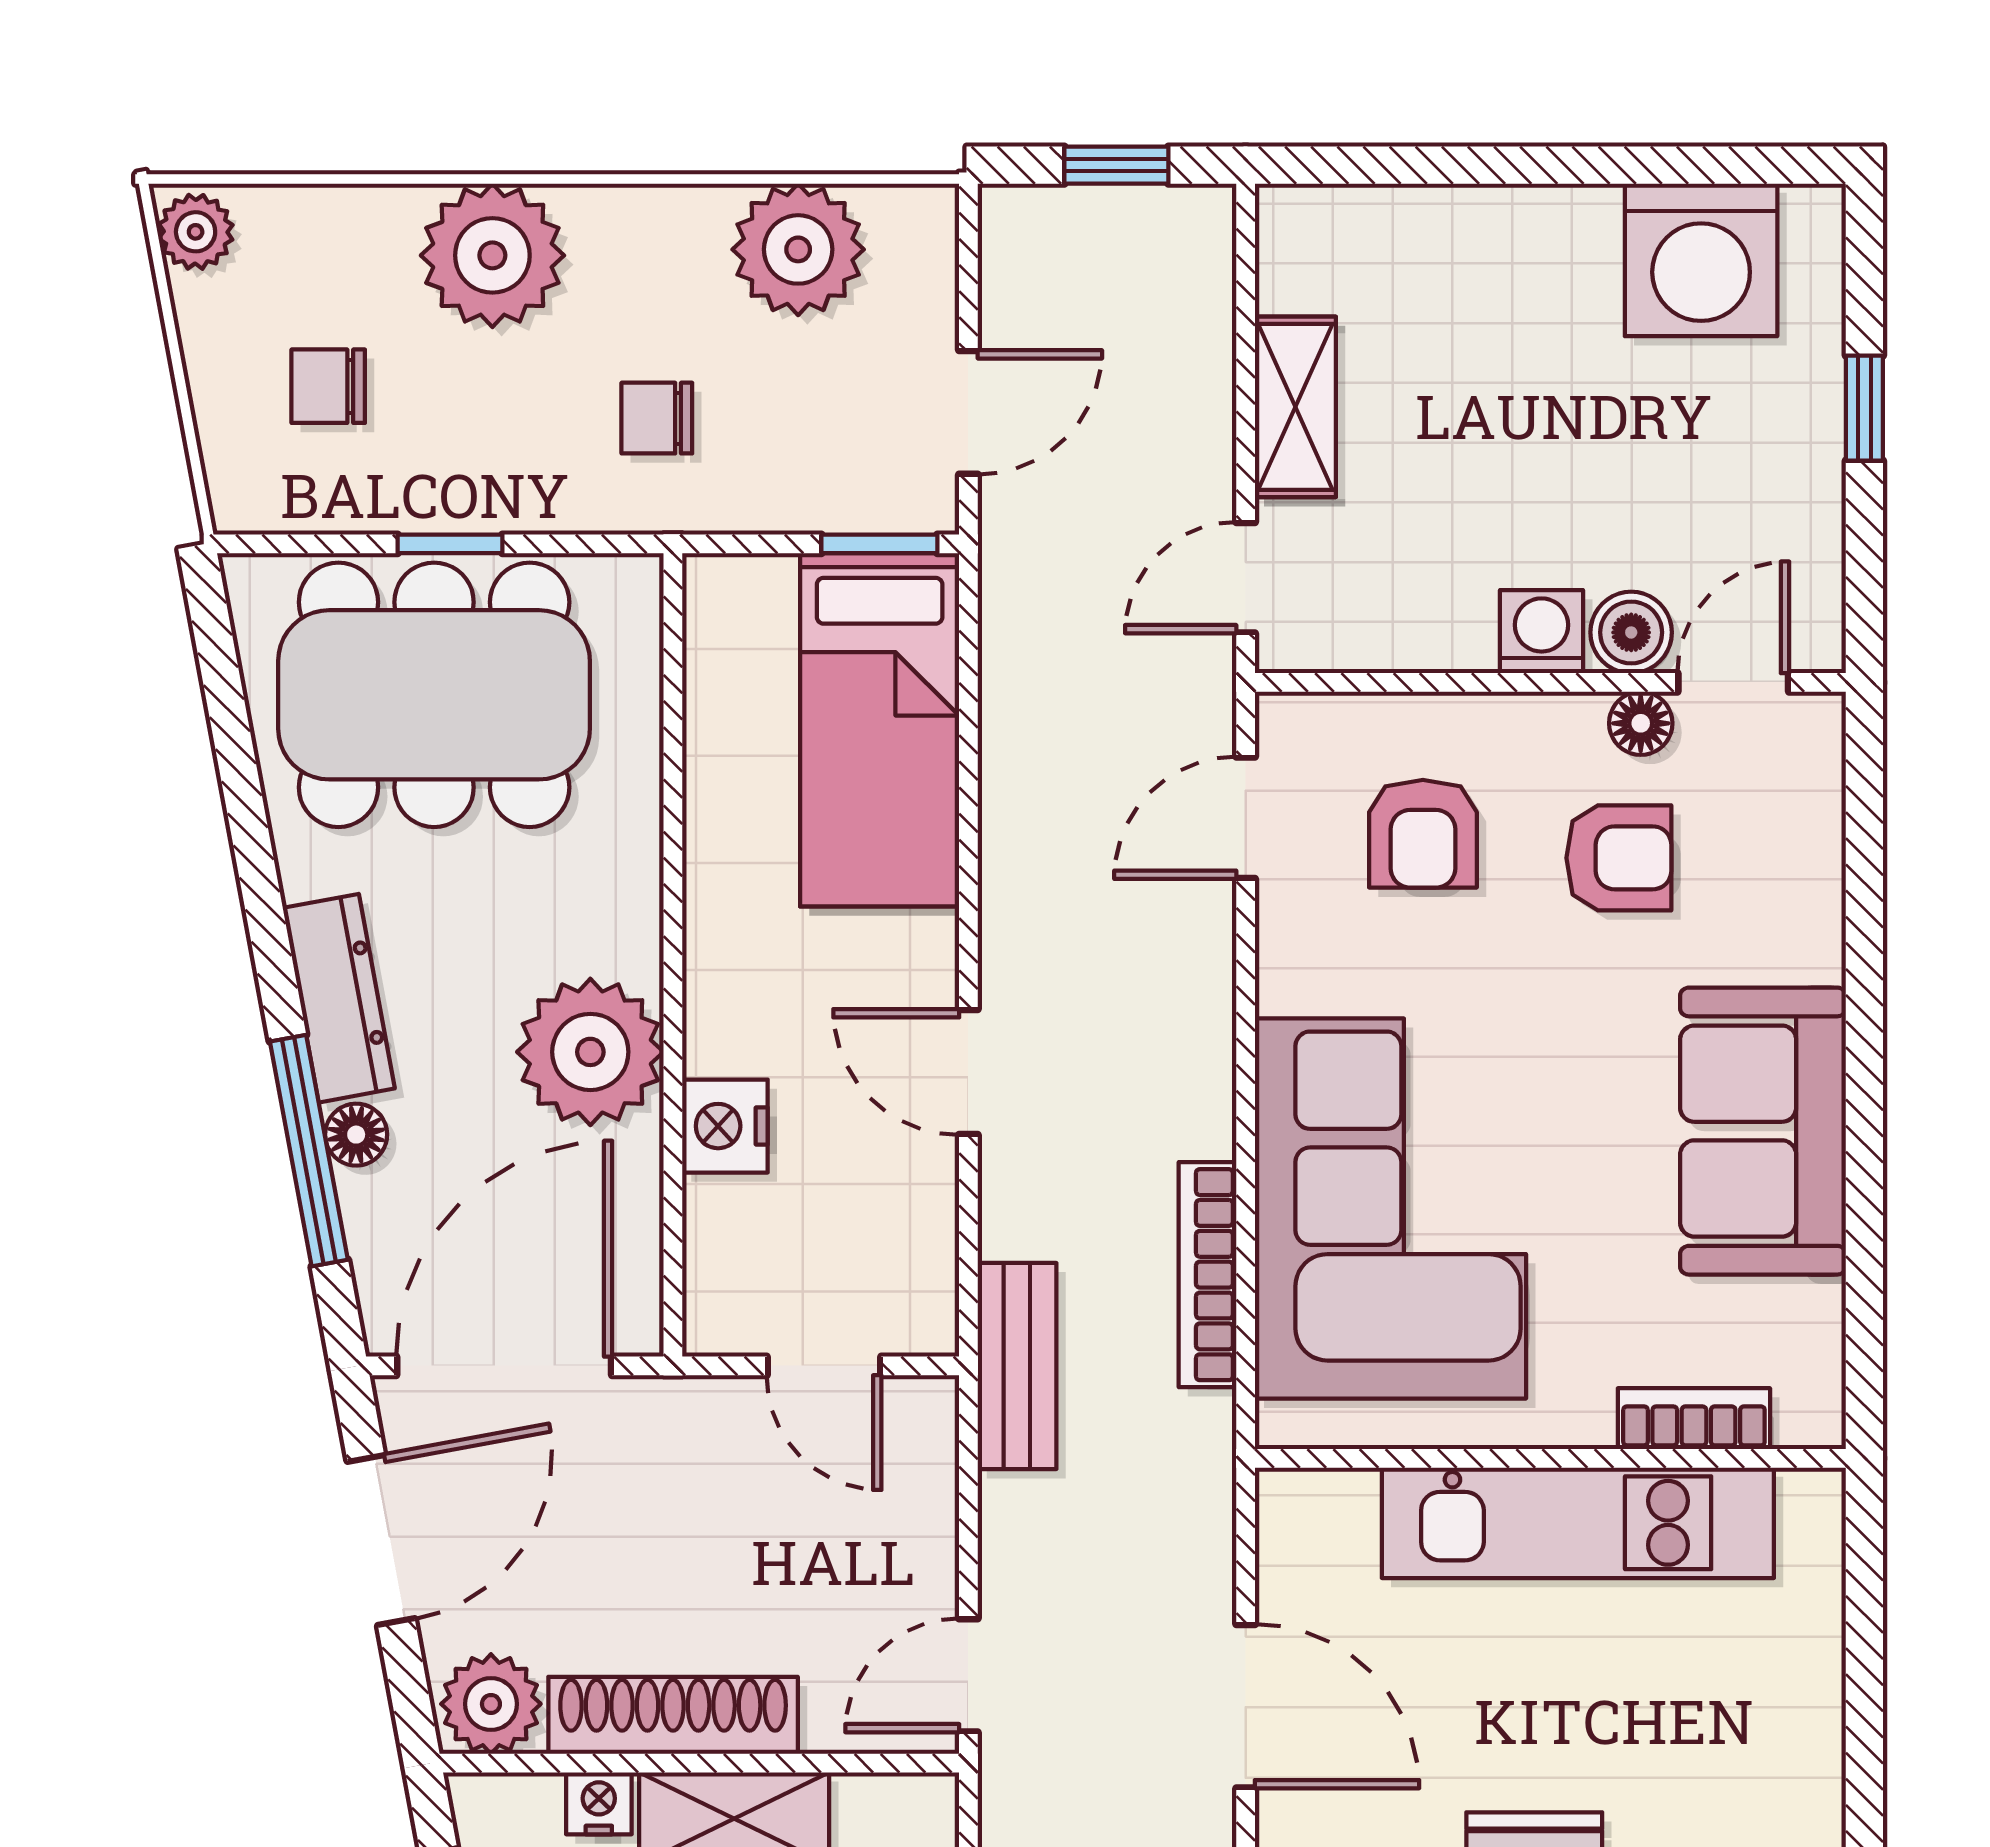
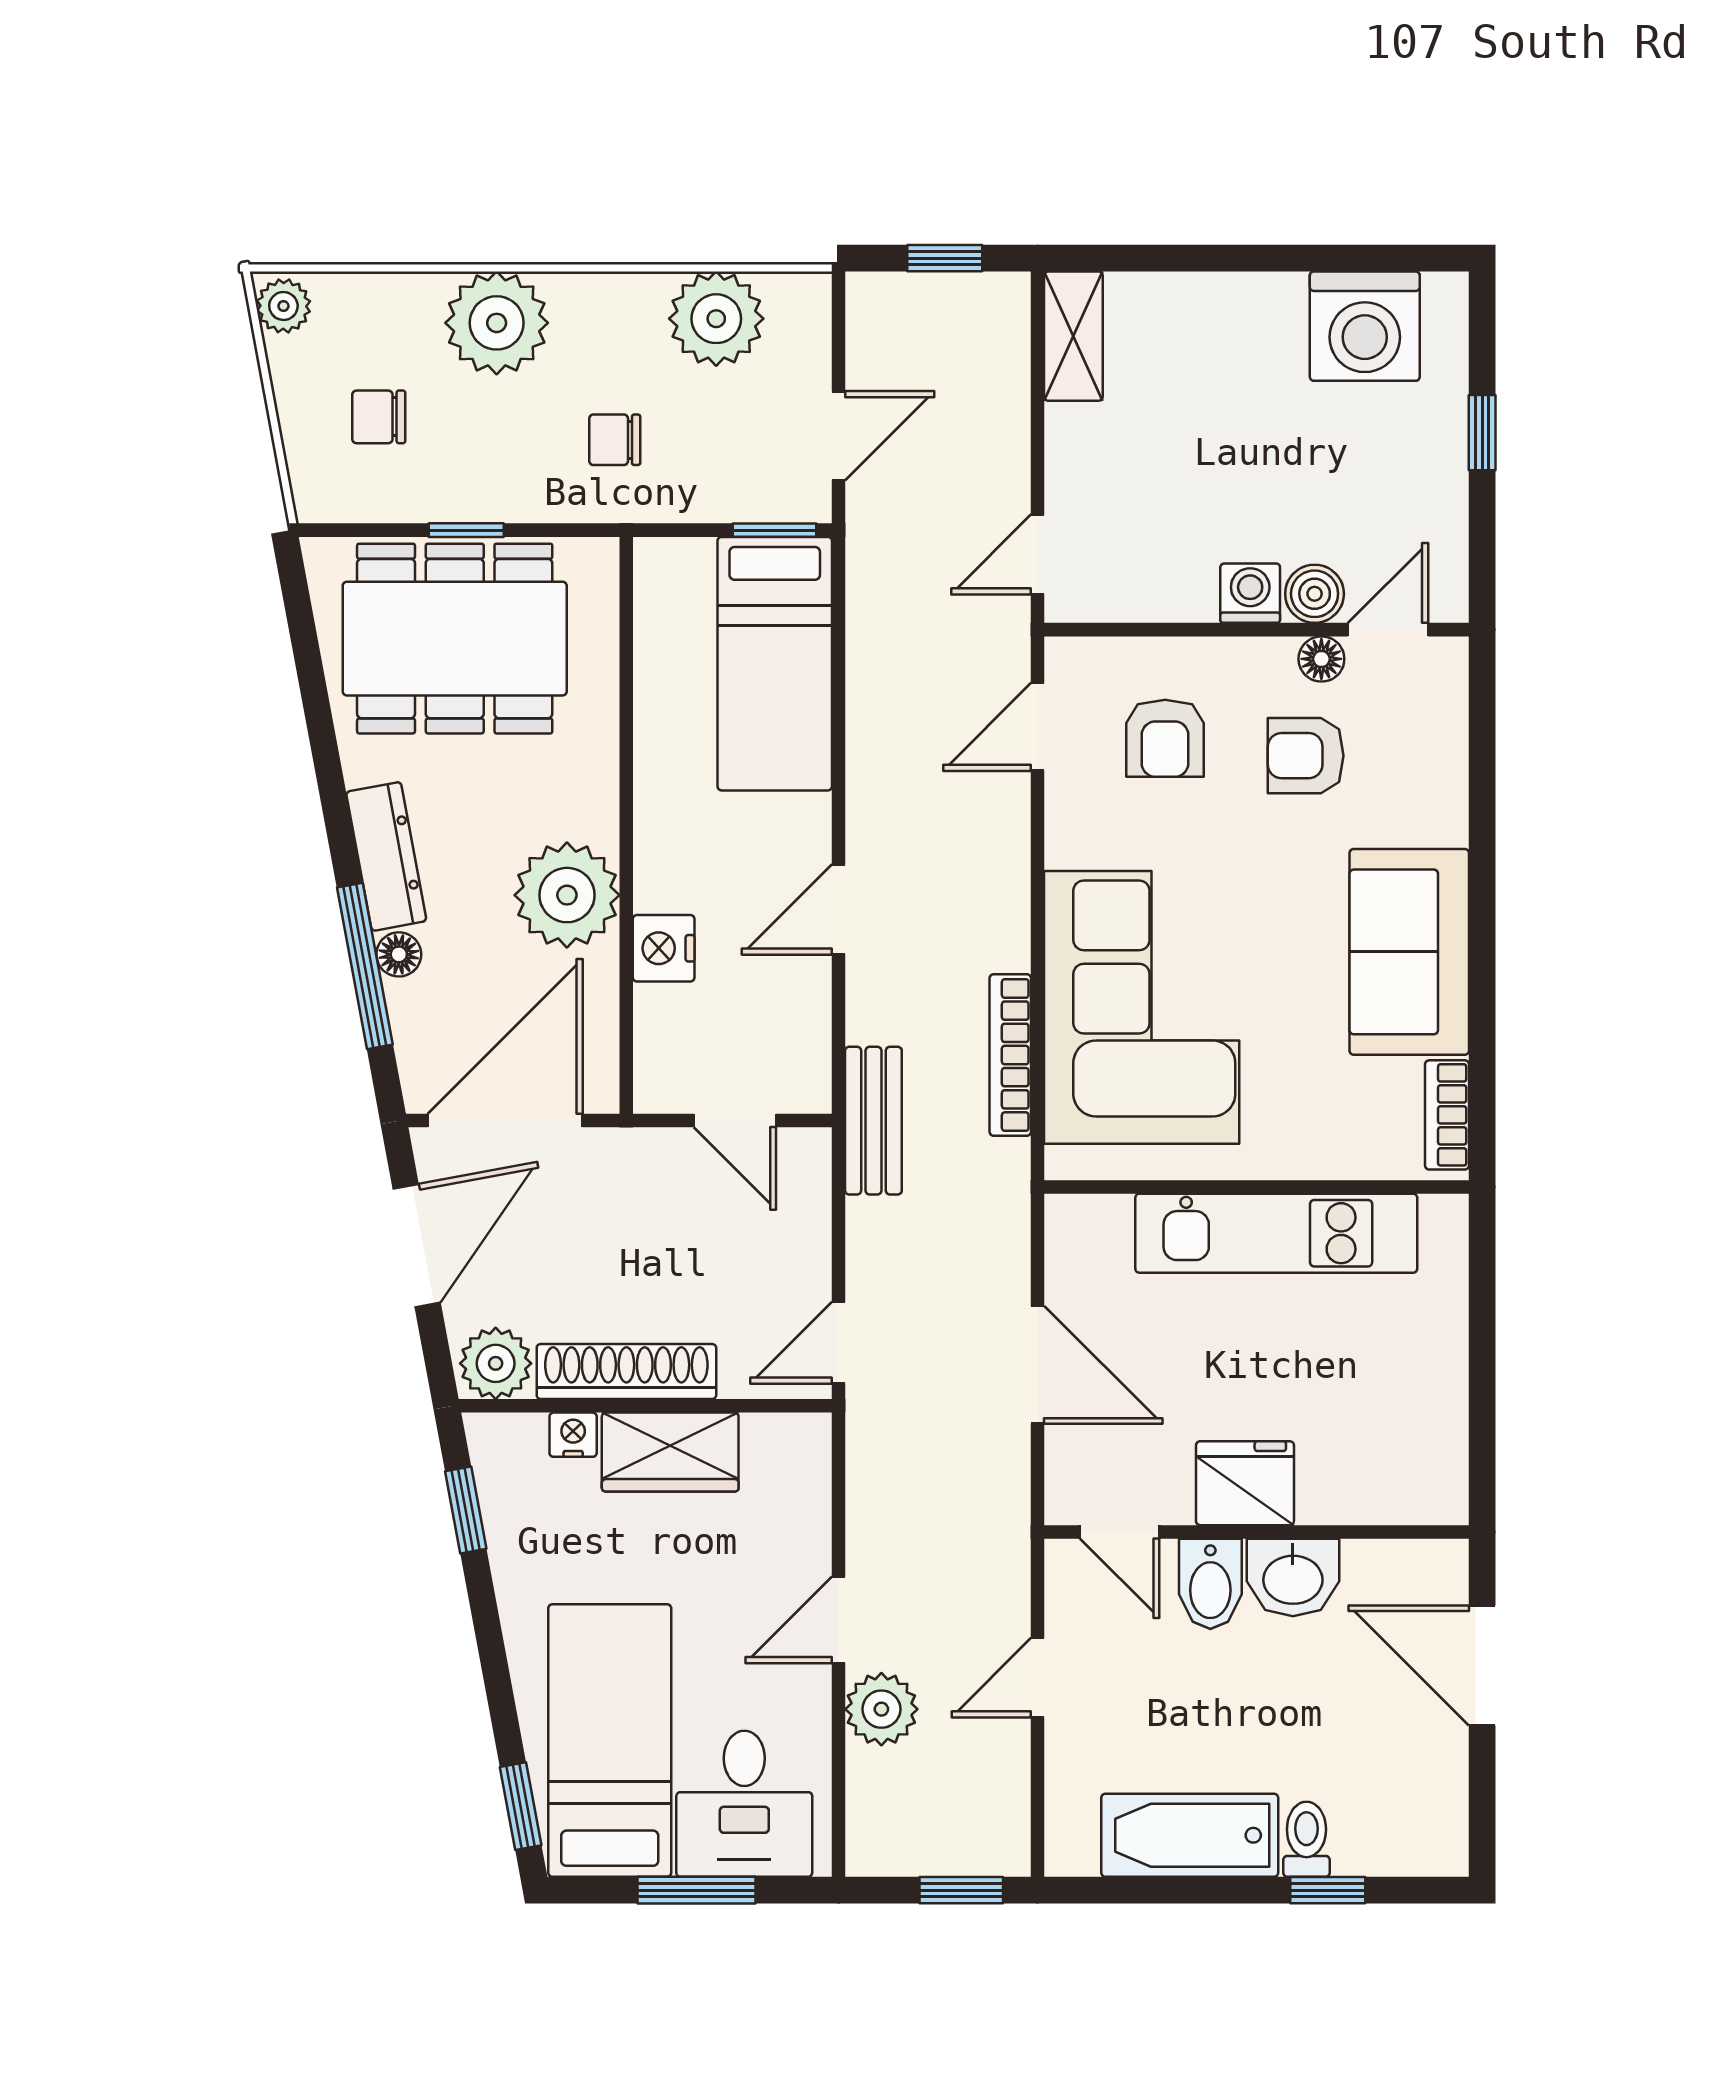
shelving: (1295, 407) -> (1073, 336), moved
armchair: (1619, 858) -> (1306, 756), turned 180
door: (968, 1072) -> (839, 909), hinge flipped
bookcase: (1694, 1419) -> (1447, 1115), moved, turned -90

